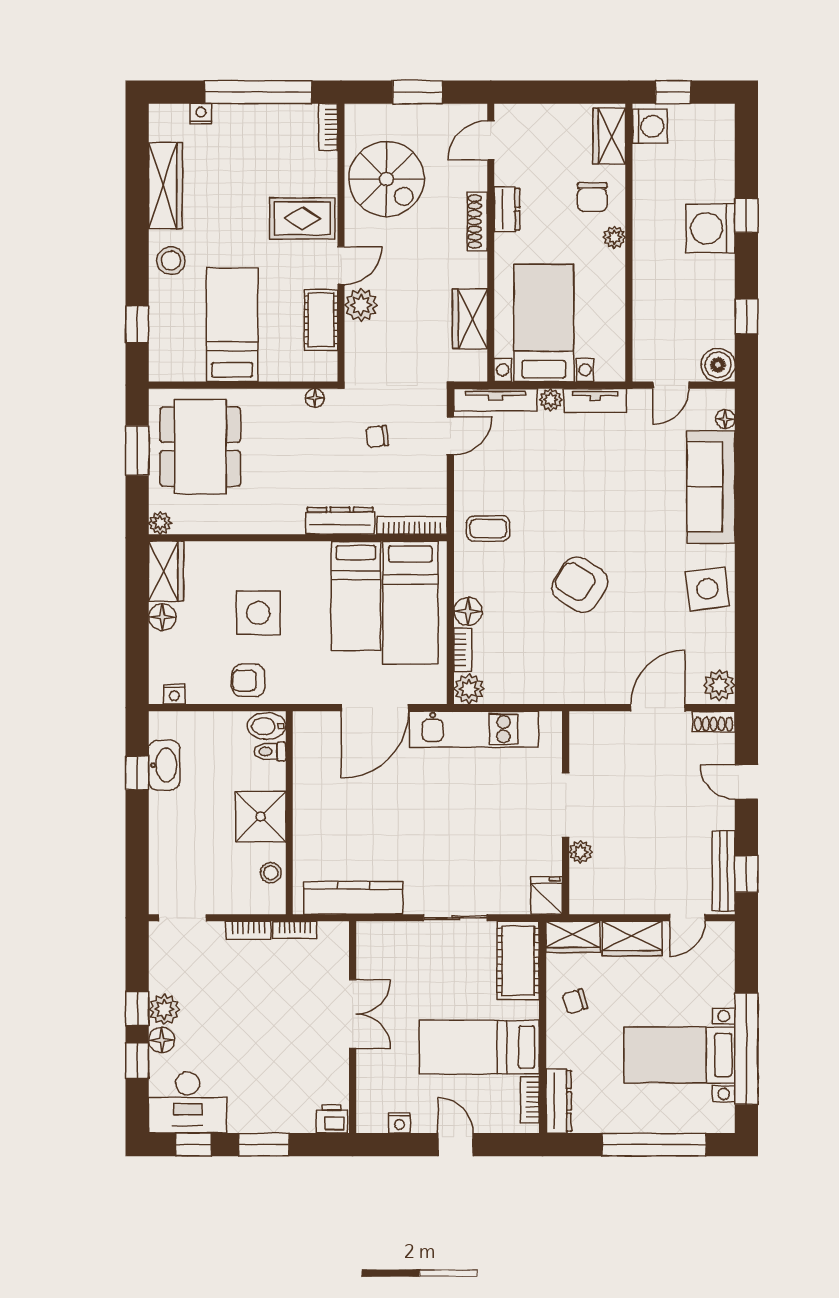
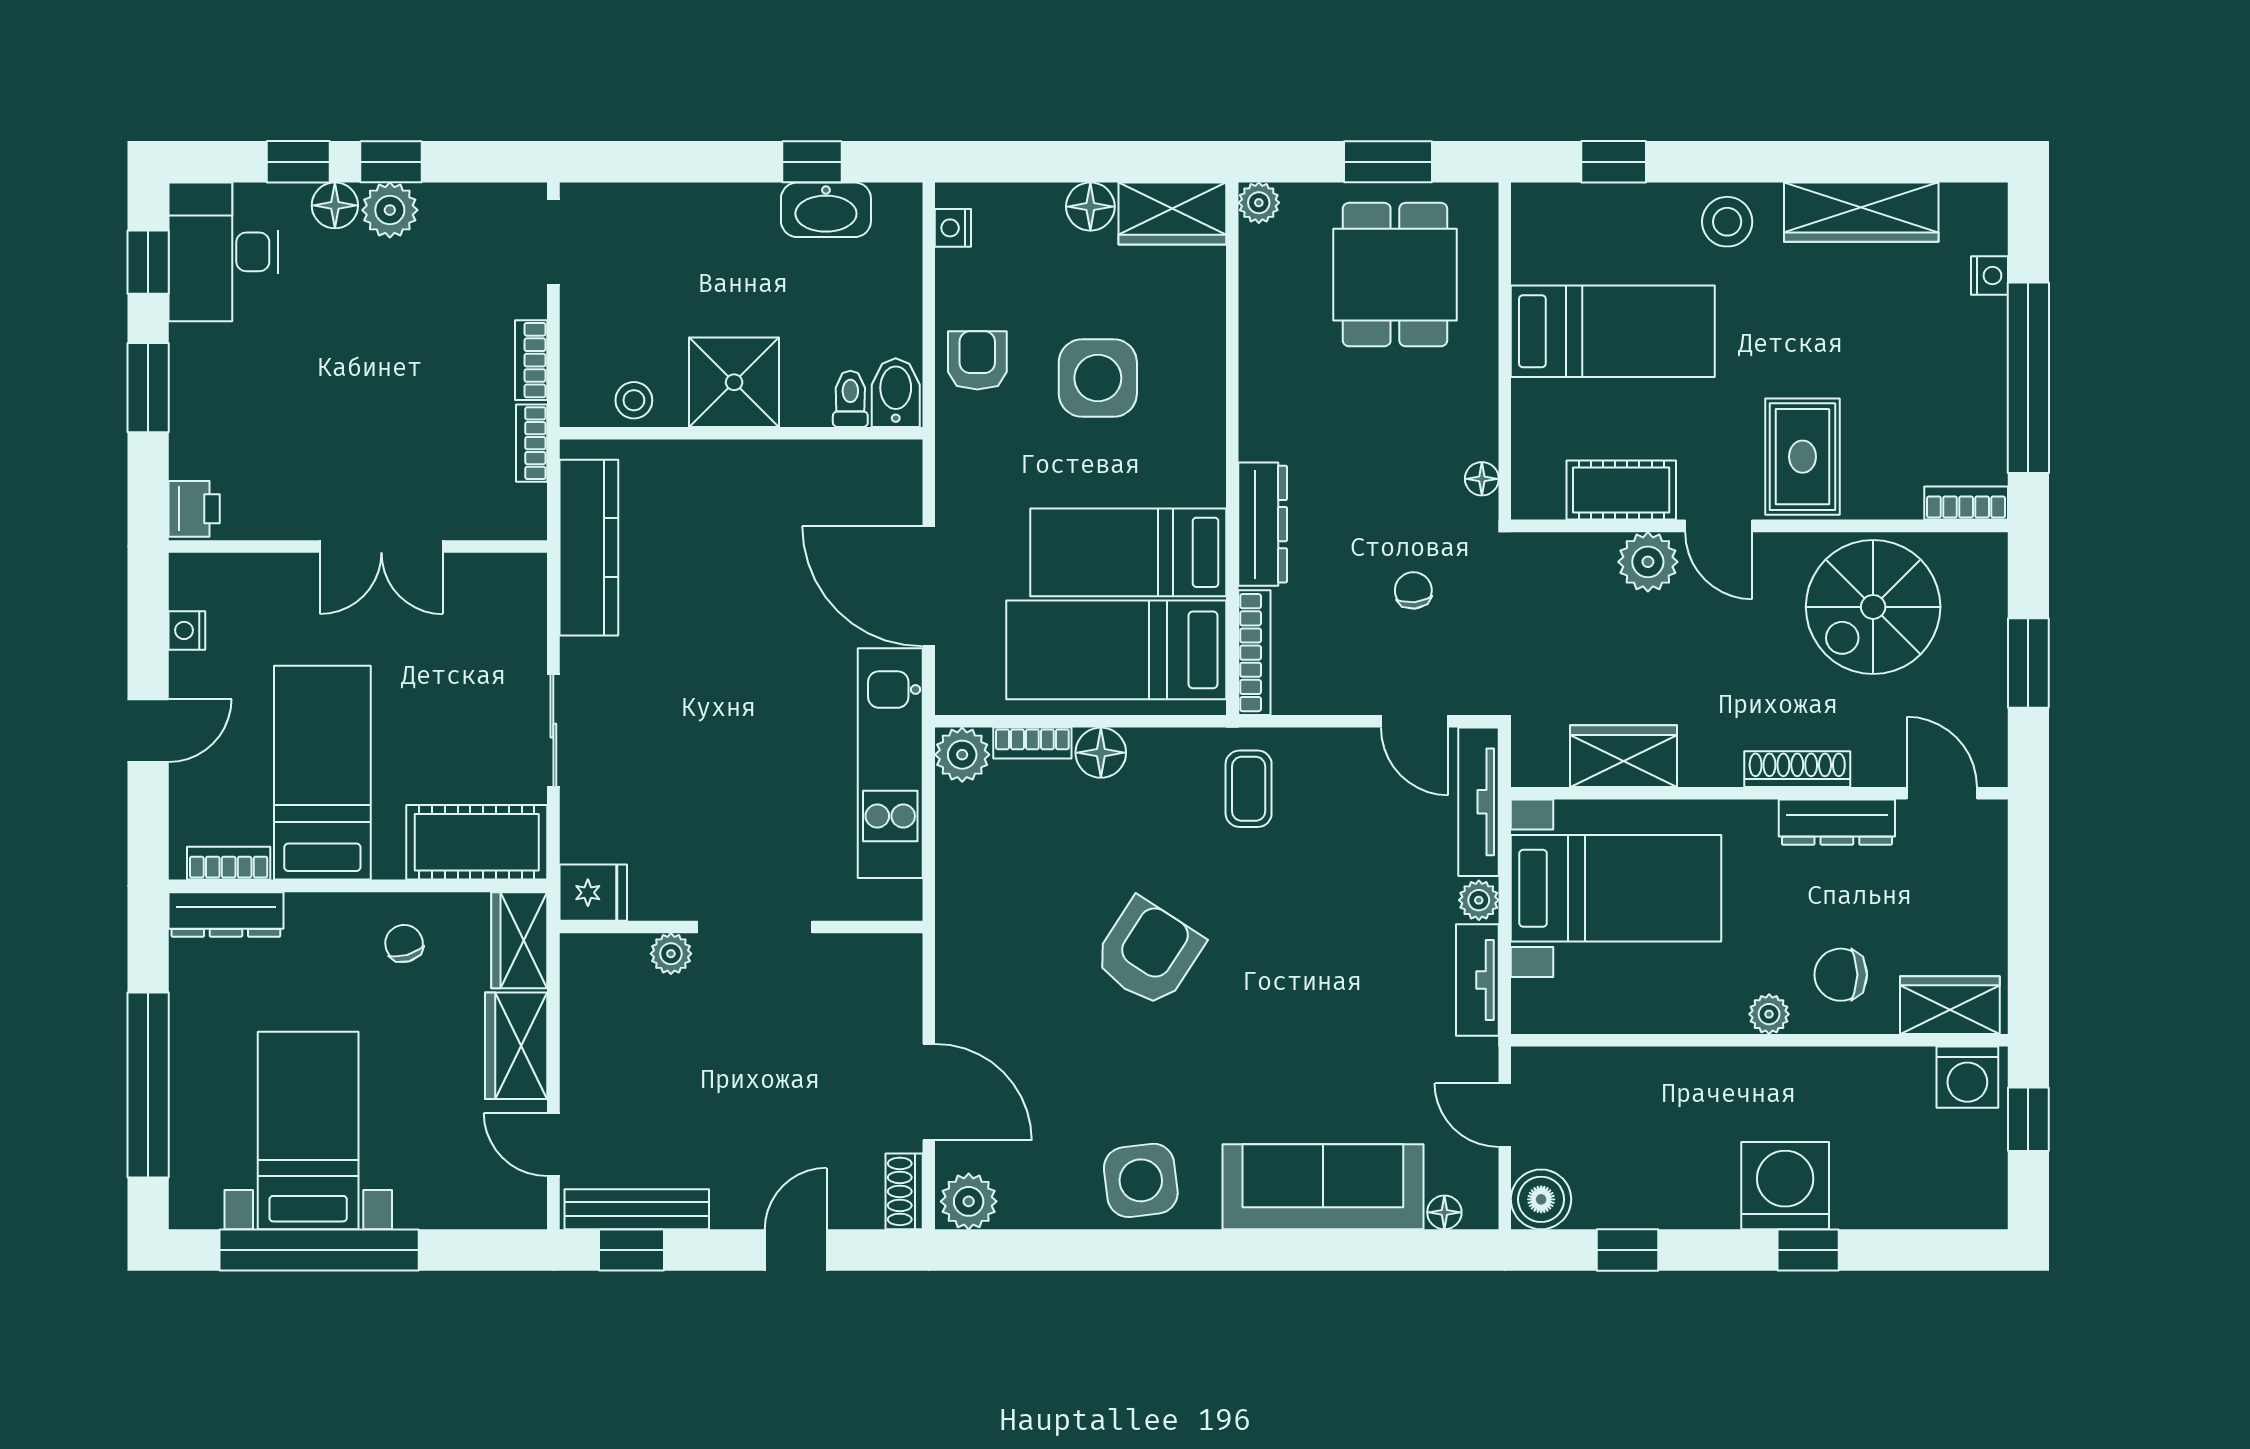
dresser: (507, 209) -> (1837, 822), width x1.44
dining table: (200, 447) -> (1395, 275), width x0.73

